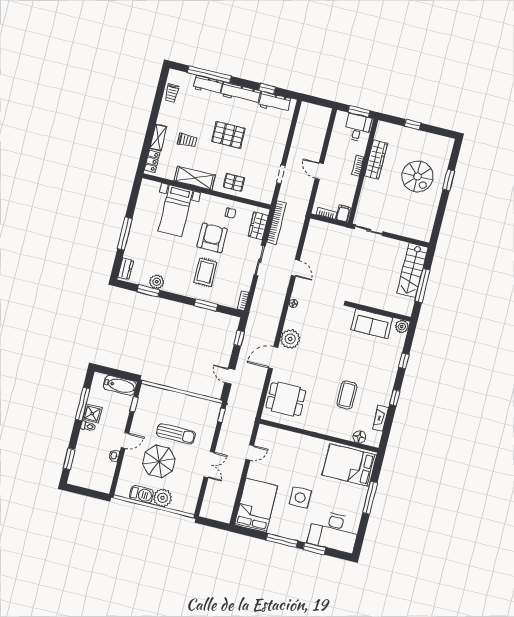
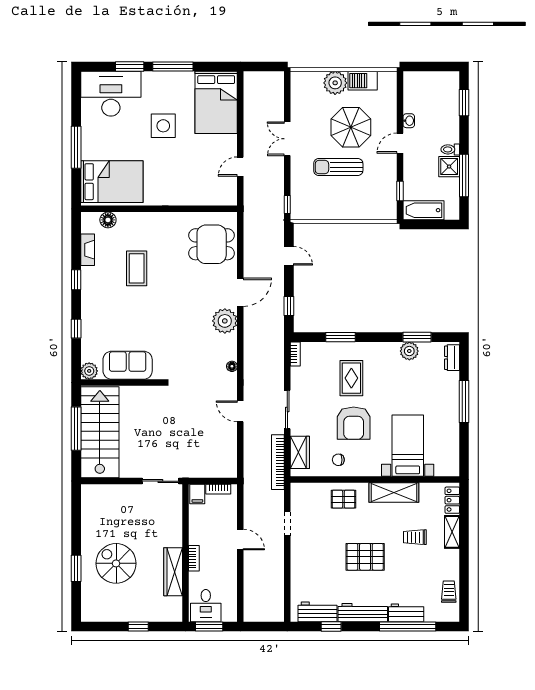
stairs: (412, 270) -> (100, 432), width x1.36, depth x1.51

